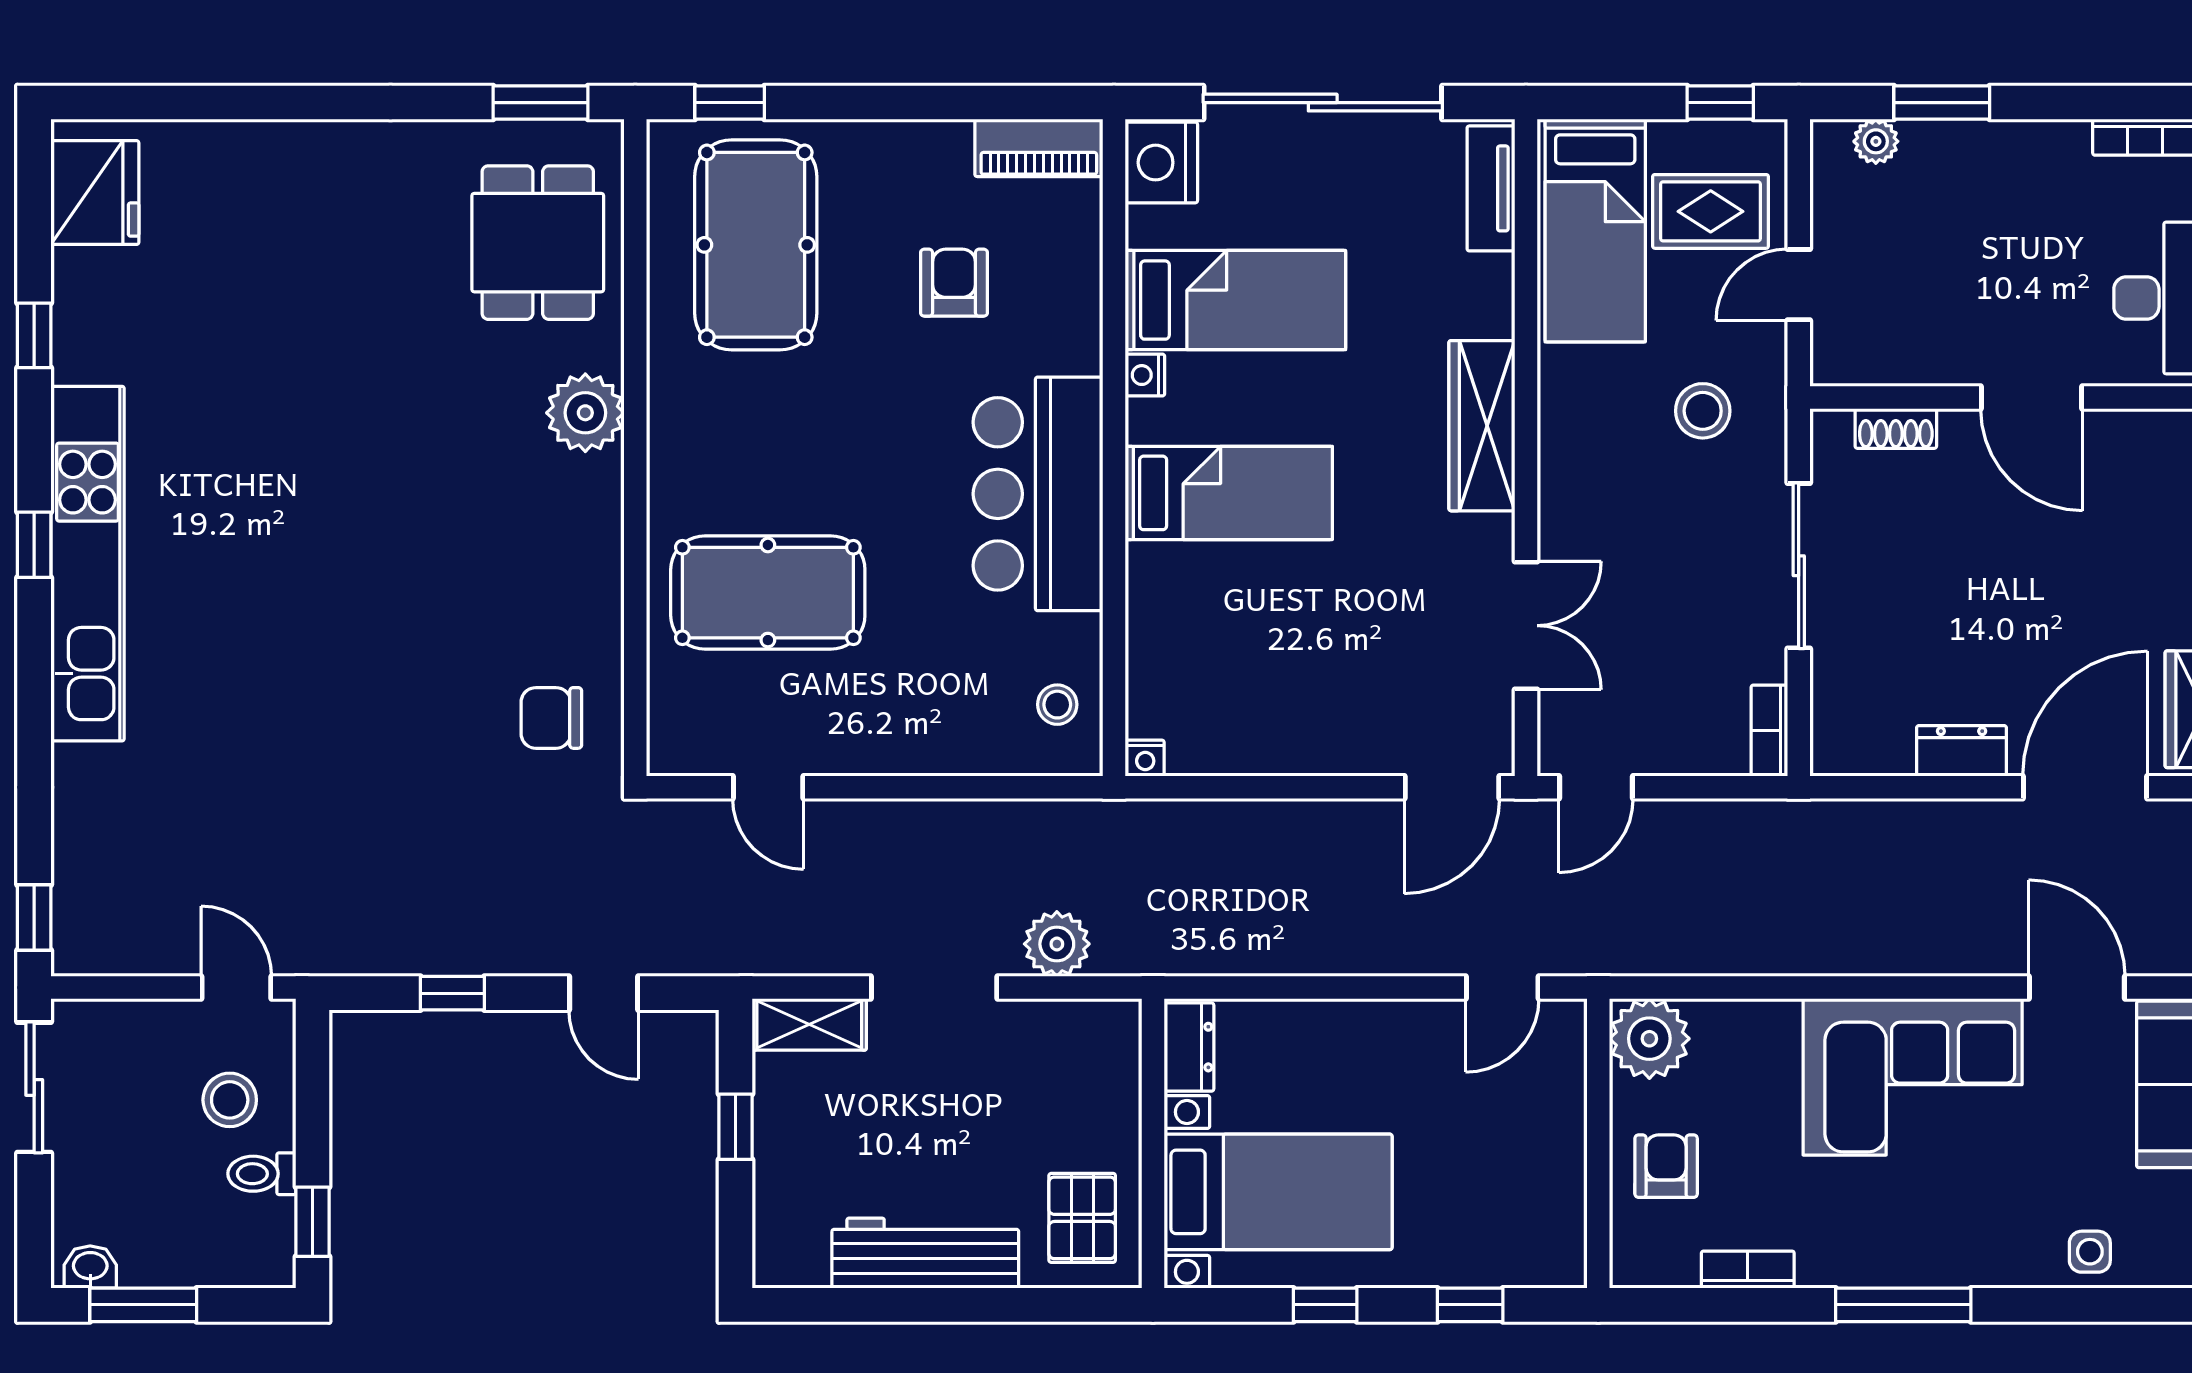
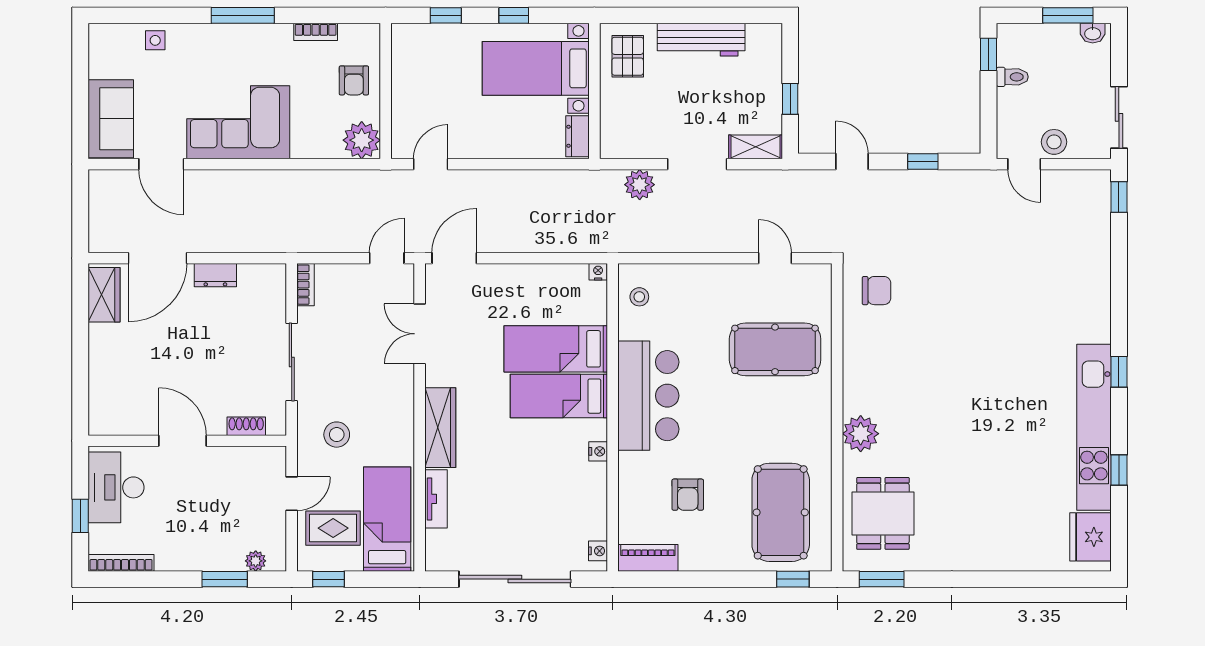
nightstand: (1161, 163) -> (598, 551), width x0.53, depth x0.56
tv unit: (1491, 188) -> (436, 499), moved
bed: (1235, 300) -> (556, 349), moved
kitchen unit: (88, 564) -> (1094, 427), moved
stool: (230, 1100) -> (1054, 142), moved

